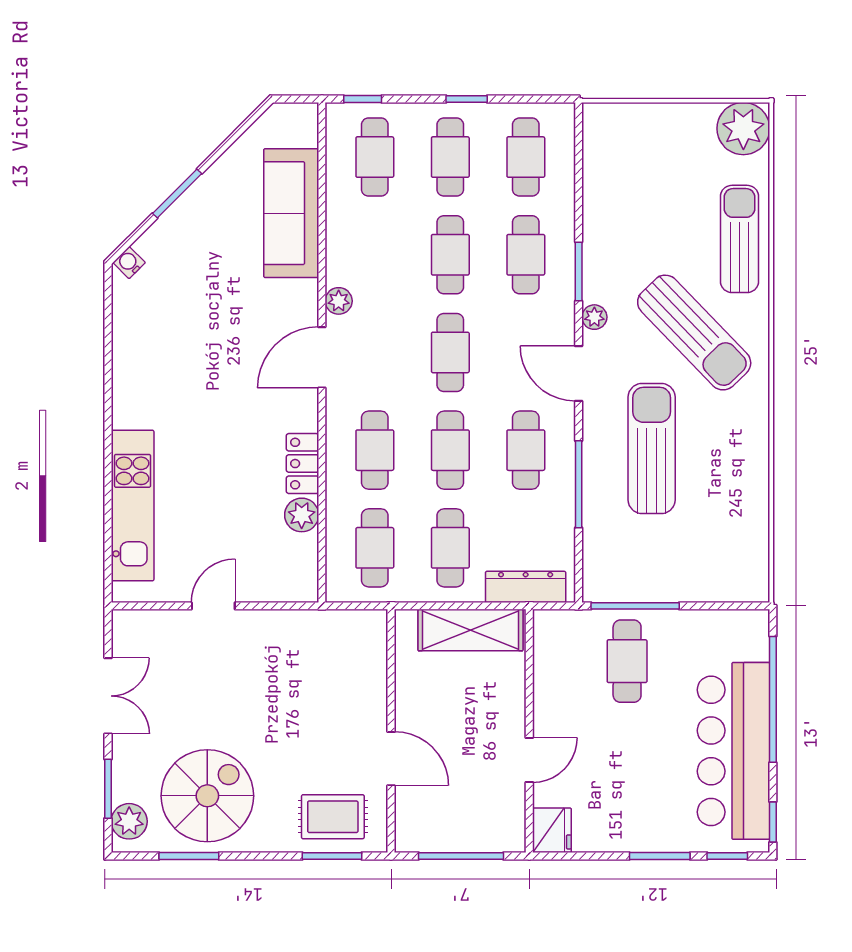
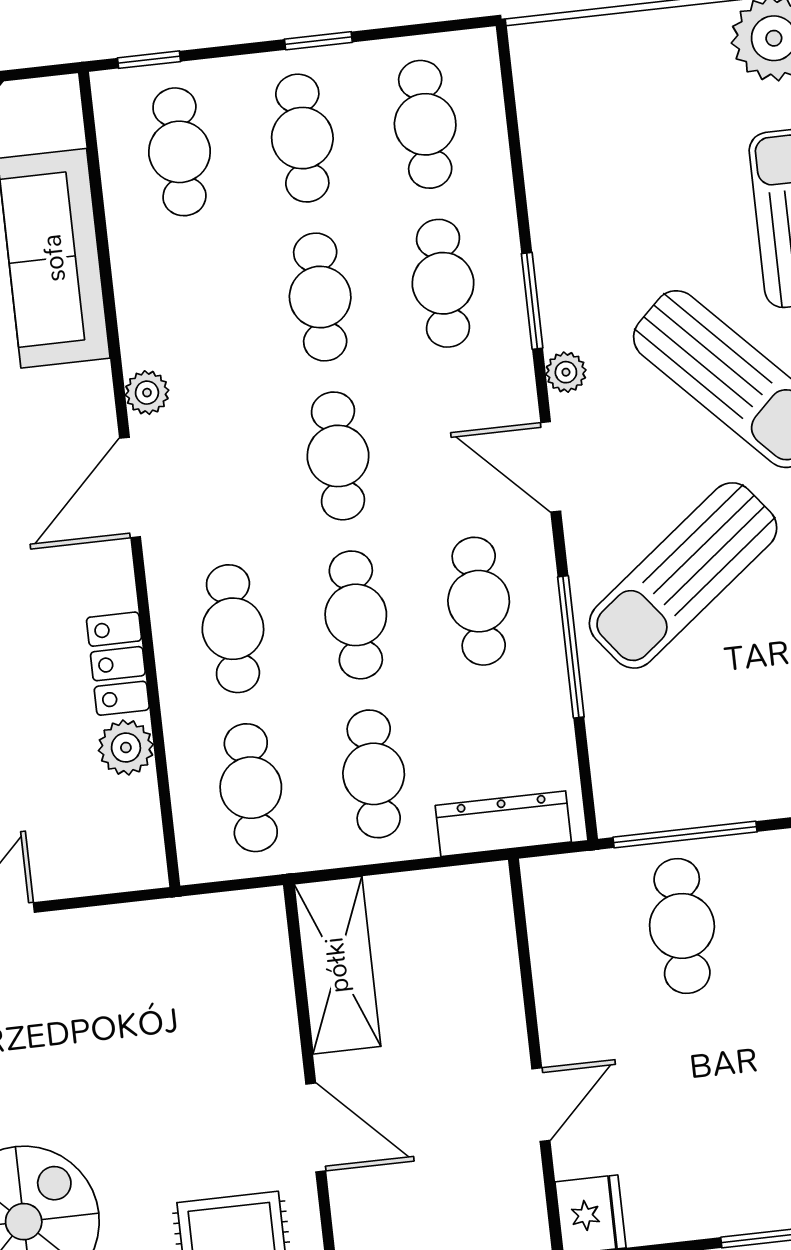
sun lounger: (652, 448) -> (683, 575), turned -128
shelving: (470, 630) -> (337, 965), moved, turned 90

